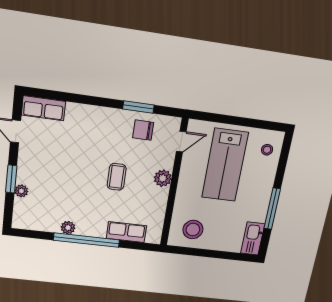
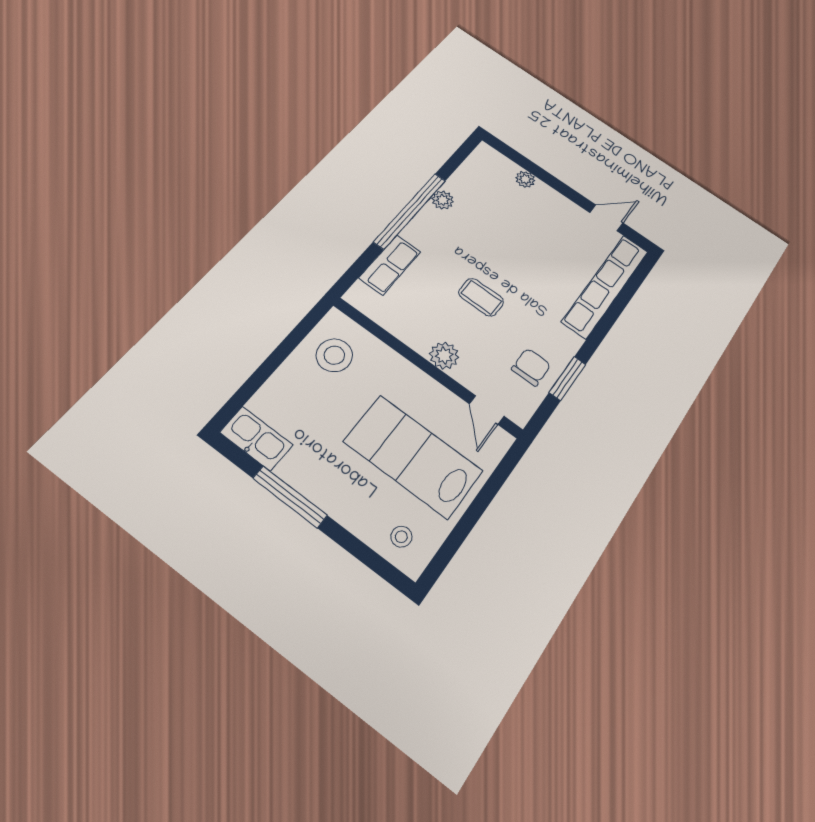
row of seats: (44, 108) -> (606, 286), width x2.02
window: (11, 179) -> (547, 178), removed

